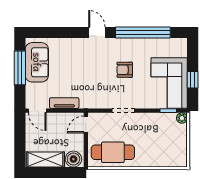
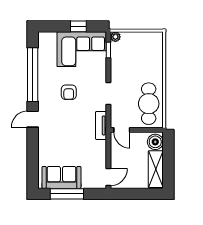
tv unit: (64, 103) -> (101, 125), moved

